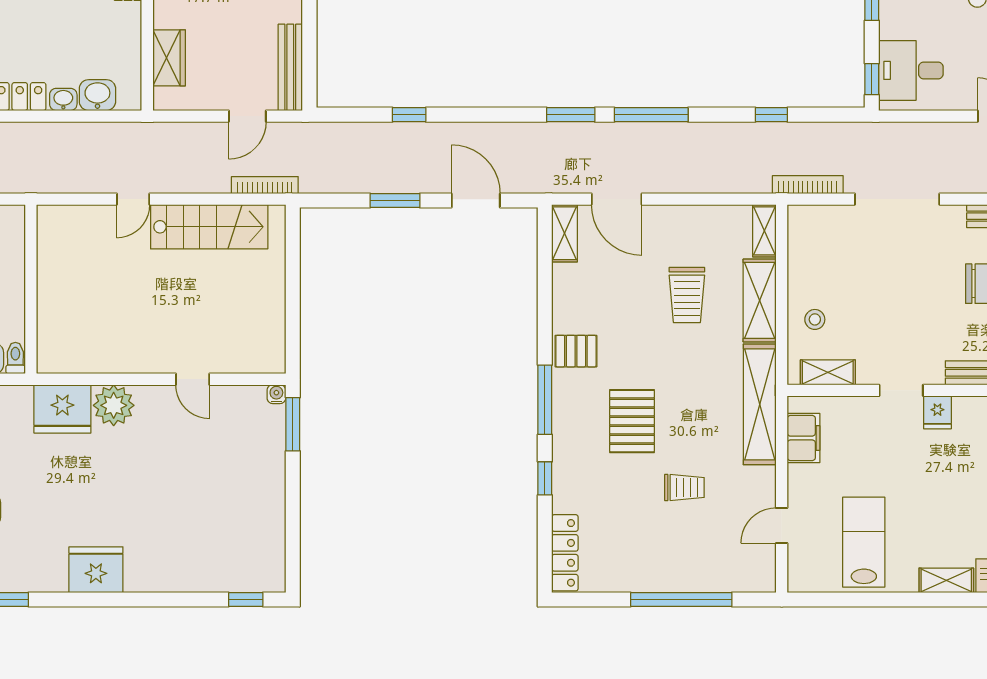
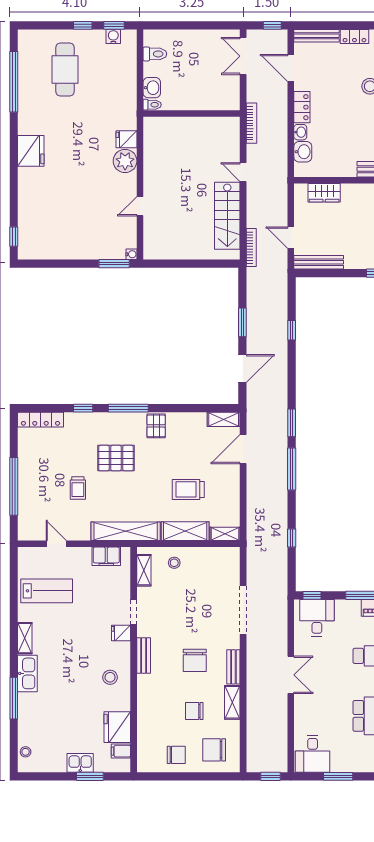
bookcase: (808, 185) -> (251, 123), moved
fridge: (62, 409) -> (126, 139), width x0.53, depth x0.75

